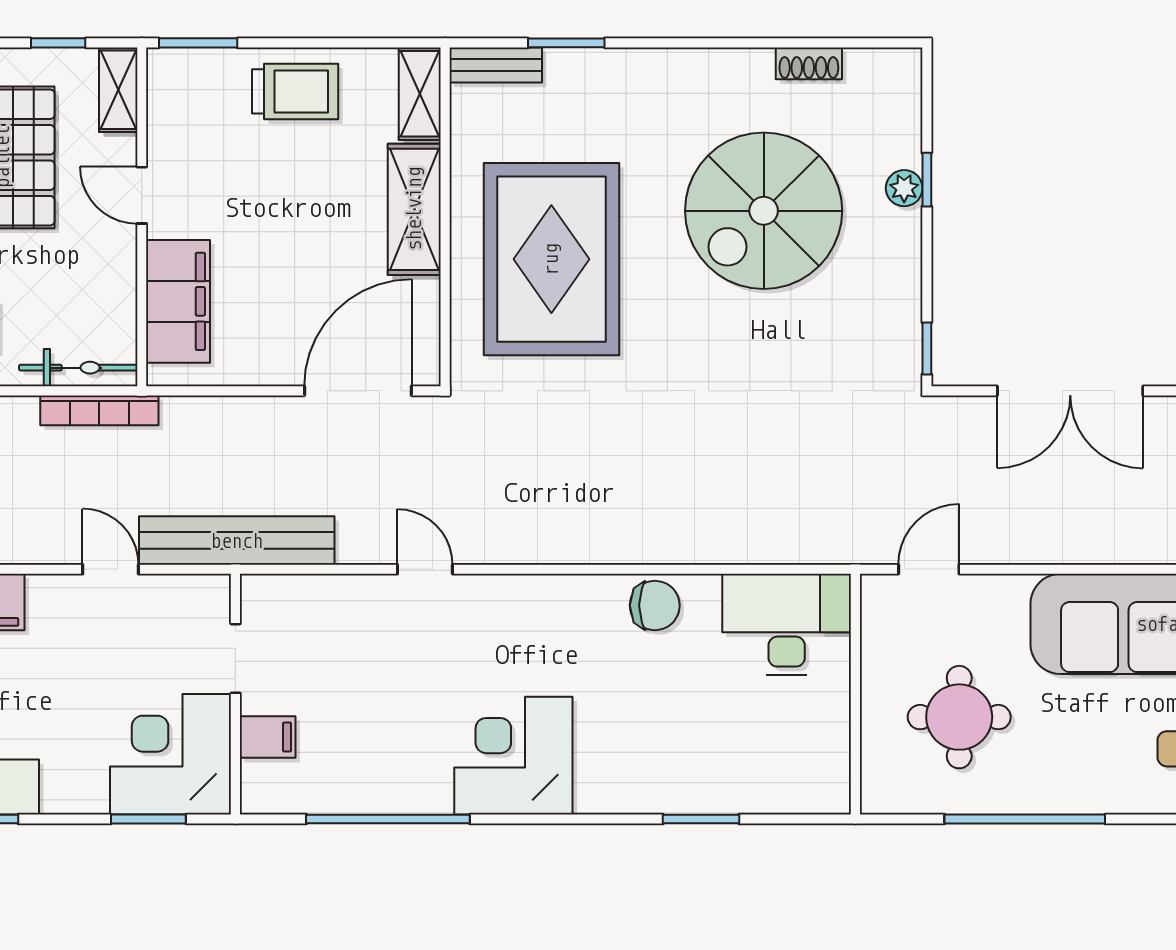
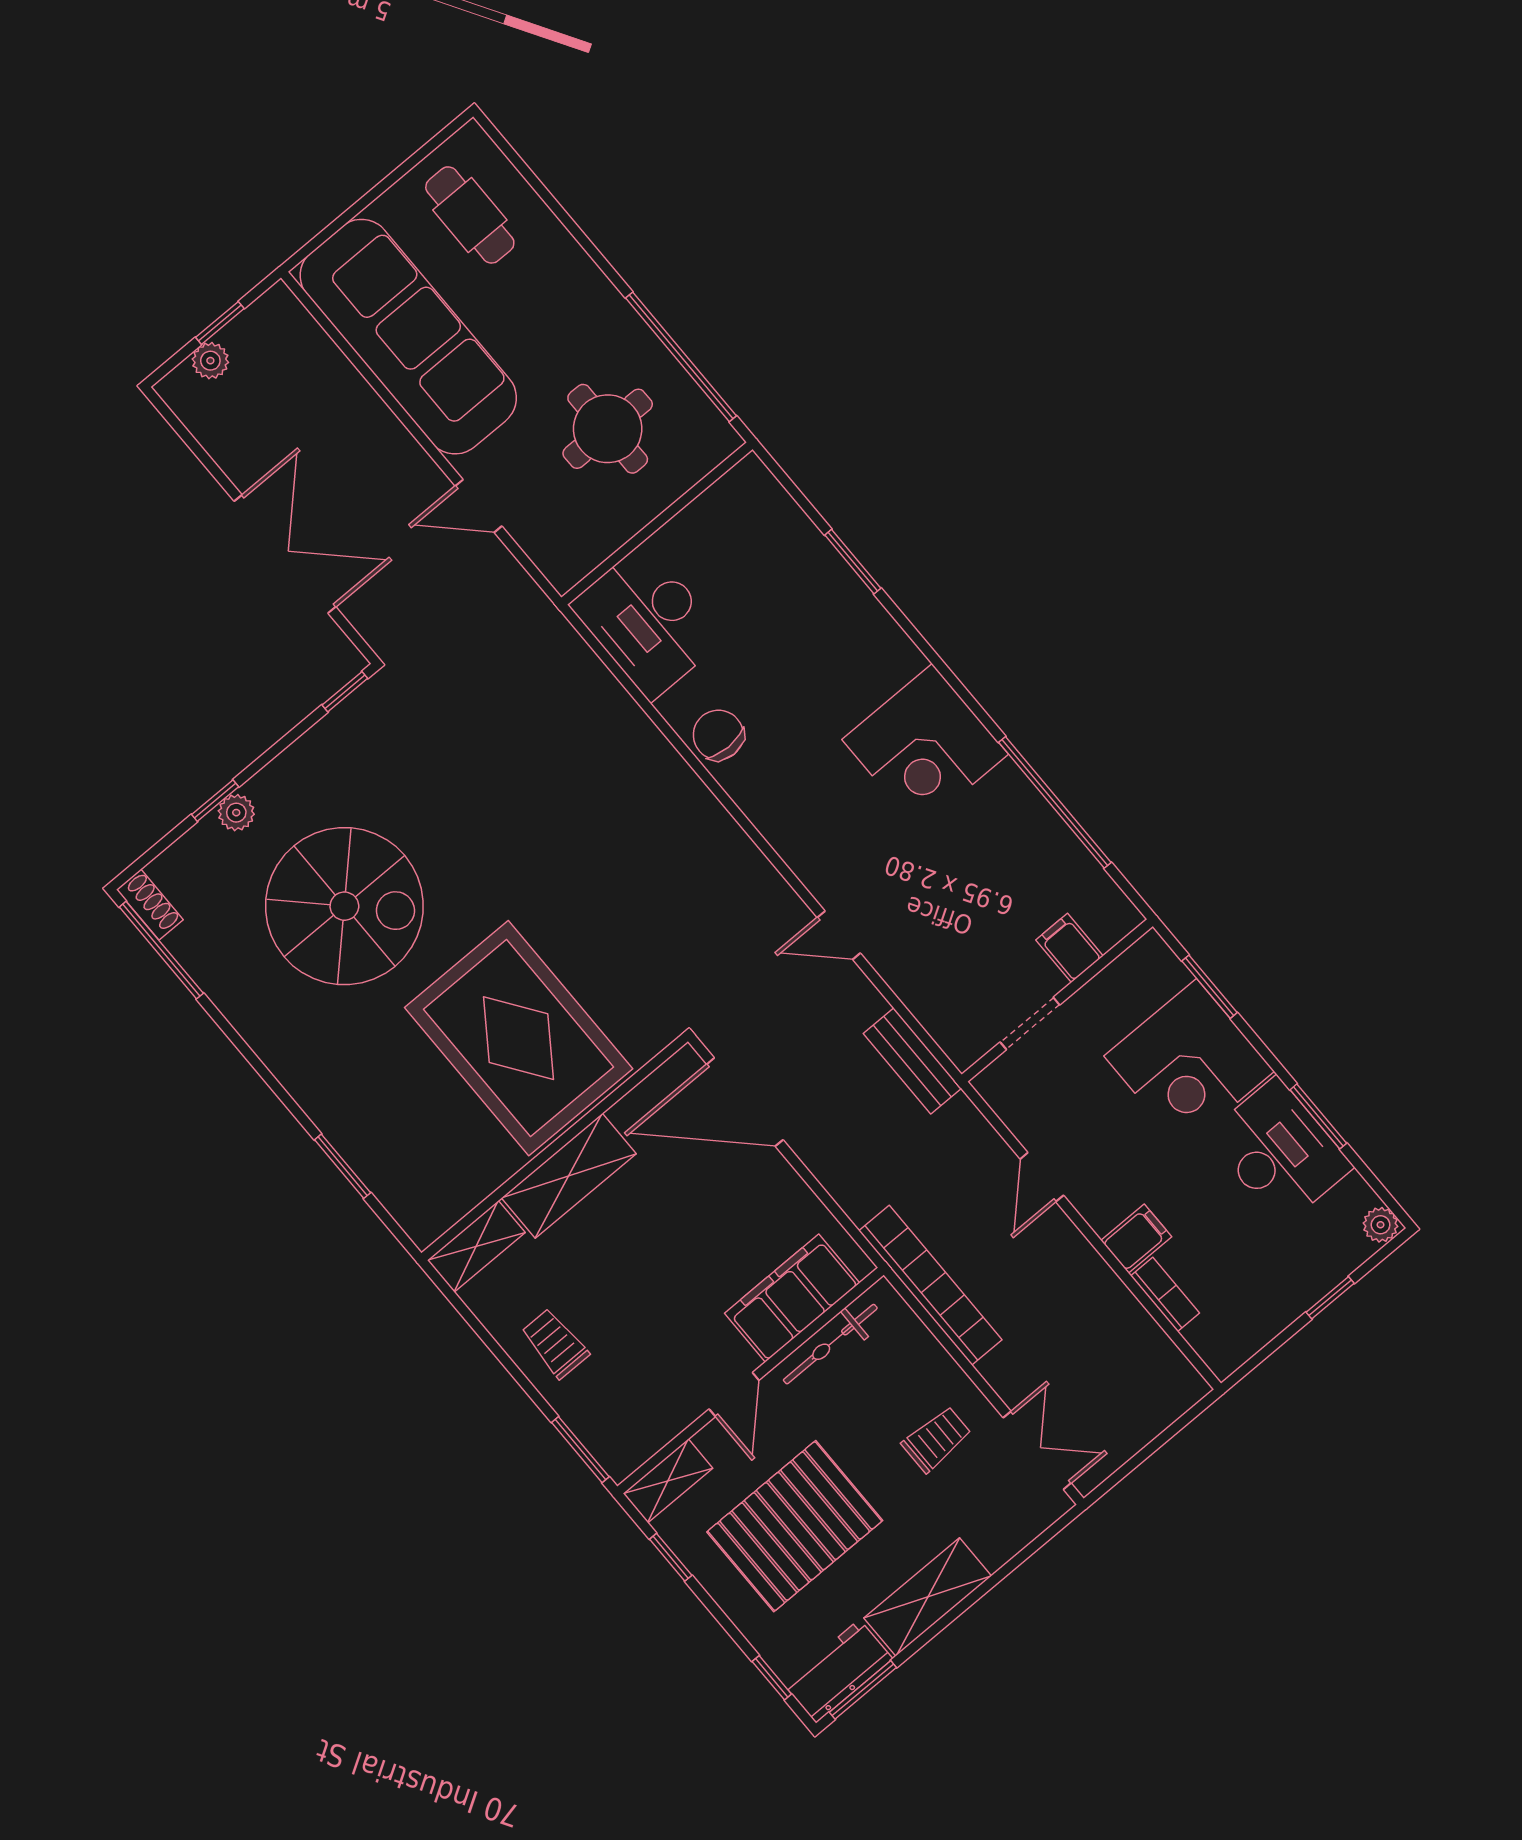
window: (847, 43) -> (161, 950), added
shoe rack: (809, 63) -> (150, 904), moved
bench: (496, 65) -> (405, 1206), removed
trolley: (295, 91) -> (555, 1343), width x0.73, depth x0.72
rug: (551, 259) -> (519, 1038), turned 90
bicycle: (78, 368) -> (830, 1344), moved, turned -90
bookcase: (99, 410) -> (930, 1285), width x1.48, depth x1.31
bench: (237, 541) -> (912, 1061), width x0.54, depth x0.82
door: (425, 569) -> (839, 935), hinge flipped
door: (929, 569) -> (479, 506), moved
corner desk: (171, 754) -> (1189, 1064), moved
window: (1025, 819) -> (681, 357), moved

